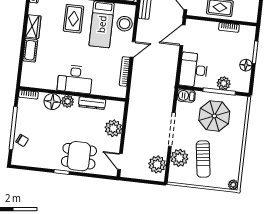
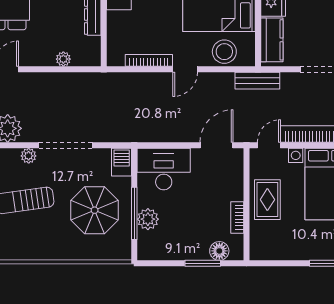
door: (183, 35) -> (217, 145), hinge flipped
door: (133, 49) -> (185, 69), hinge flipped
floor lamp: (246, 65) -> (219, 251), moved
plant: (113, 128) -> (63, 59), width x0.53, depth x0.53
plant: (179, 158) -> (29, 156), width x0.53, depth x0.53

